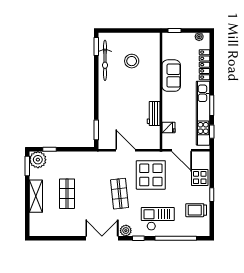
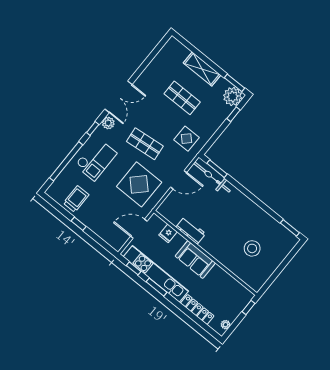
bicycle: (105, 60) -> (212, 177), moved
sofa: (171, 76) -> (195, 260), moved
display table: (200, 178) -> (187, 139), moved

